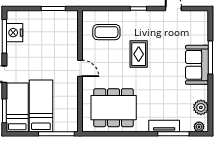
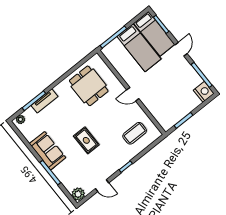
nightstand: (14, 33) -> (204, 92), moved
rug: (139, 54) -> (86, 140), moved
sofa: (197, 65) -> (48, 151), moved
plant: (201, 107) -> (78, 194), moved
dining table: (114, 108) -> (89, 86), width x0.73

